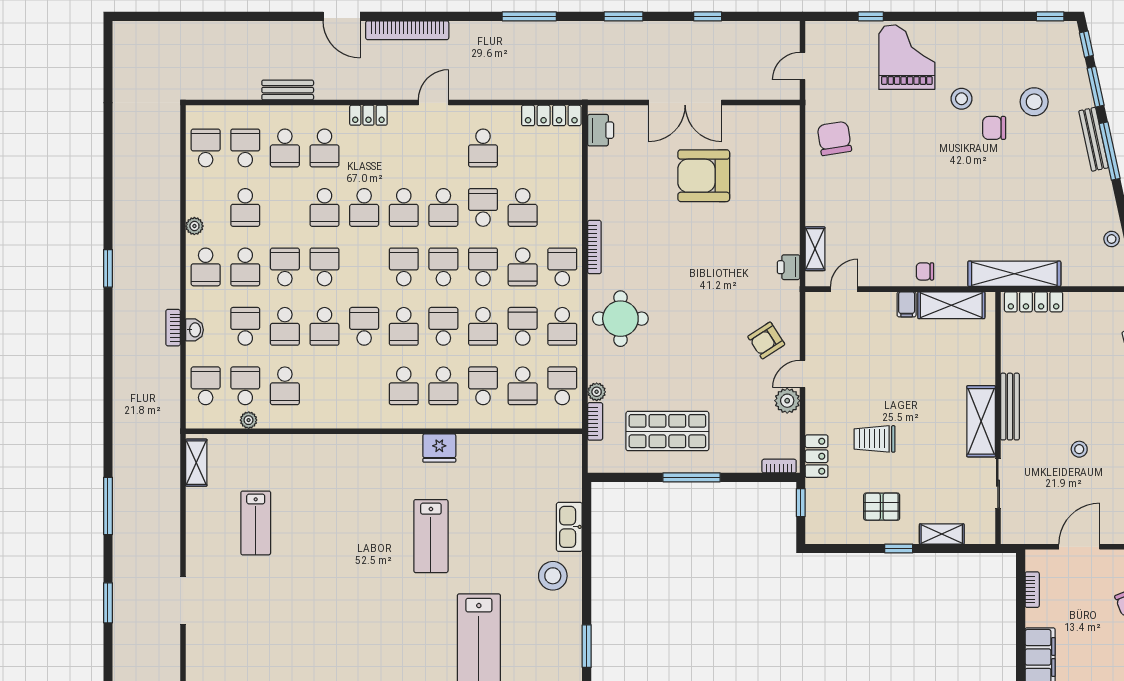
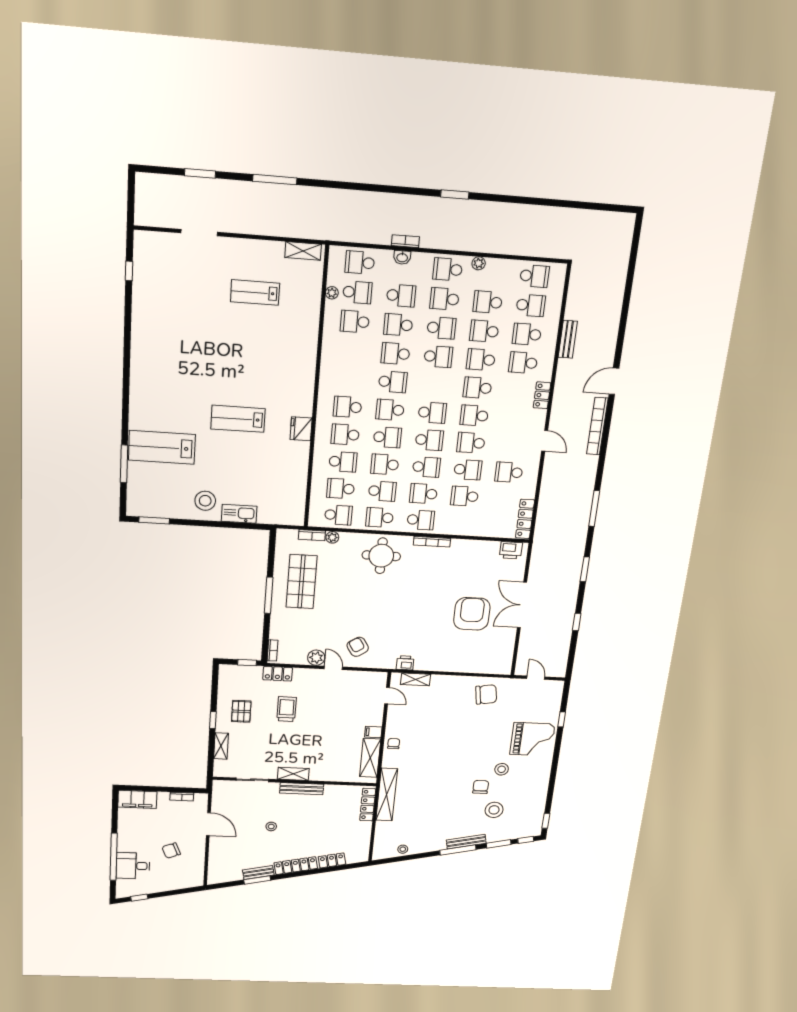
school desk: (285, 207) -> (484, 331), added
school desk: (206, 386) -> (360, 263), turned 180
shelving: (981, 421) -> (293, 774), width x0.67, depth x0.75

